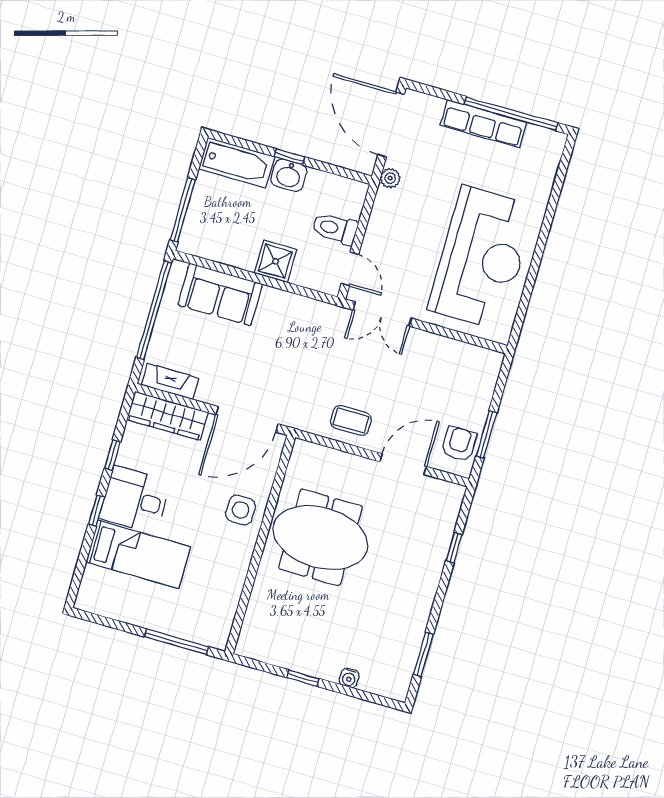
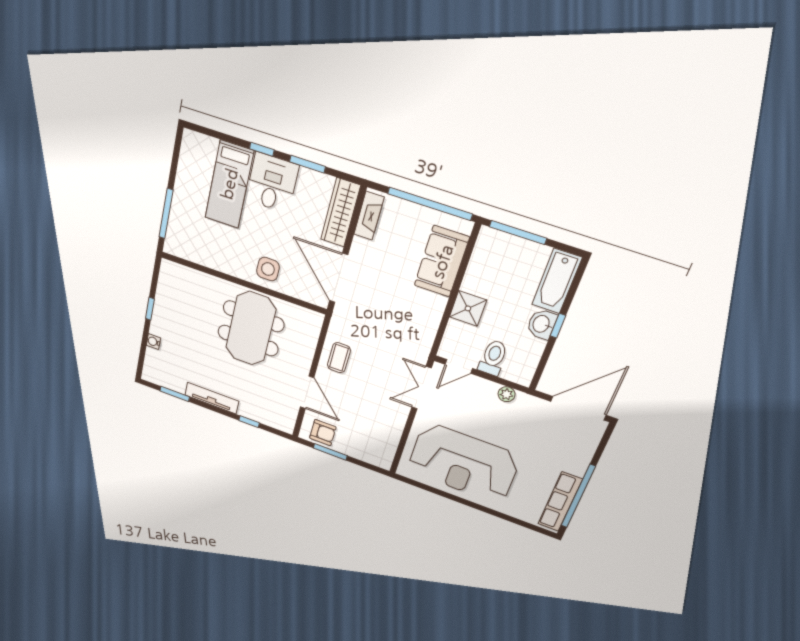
row of seats: (483, 124) -> (560, 502), moved
plant: (390, 178) -> (507, 394), moved
window: (112, 455) -> (307, 164), width x1.50
tv unit: (424, 600) -> (212, 398), added

